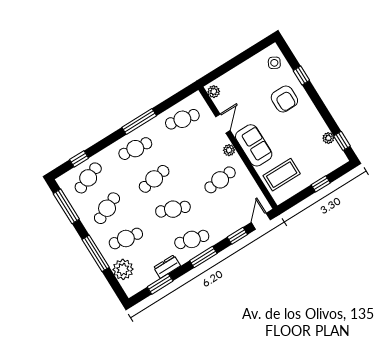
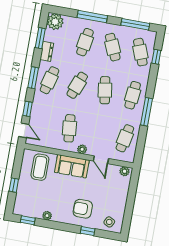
plant: (328, 138) -> (47, 216), moved
plant: (123, 269) -> (55, 22), moved

